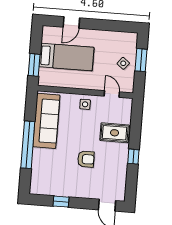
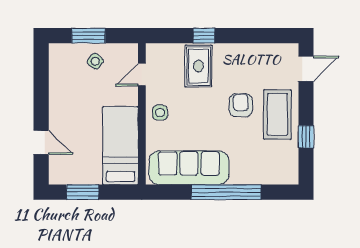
bed: (66, 57) -> (120, 146), moved
window: (34, 65) -> (83, 192), moved
window: (133, 157) -> (204, 36), moved
coffee table: (78, 183) -> (277, 114), added

